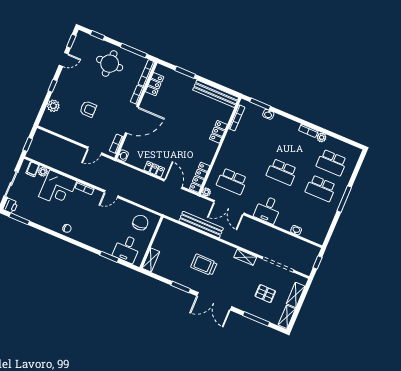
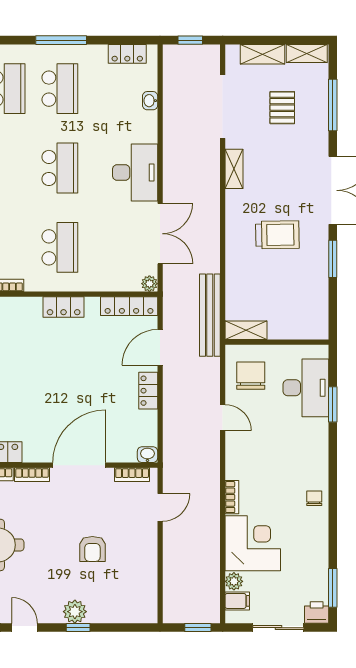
plant: (53, 106) -> (75, 612), moved
armchair: (88, 109) -> (92, 549), turned 180
door: (132, 120) -> (79, 465), hinge flipped
locker: (218, 132) -> (64, 307), moved
door: (95, 151) -> (160, 507), hinge flipped
school desk: (232, 181) -> (60, 247), moved
door: (111, 194) -> (223, 418), moved
desk: (268, 210) -> (135, 173), width x1.37
chair: (140, 223) -> (251, 376), turned 95
bench: (201, 225) -> (210, 315), moved
locker: (324, 229) -> (127, 54), added
desk: (127, 249) -> (306, 388), width x1.37
shelving: (151, 260) -> (246, 330), moved
trolley: (204, 265) -> (277, 235), turned -91

